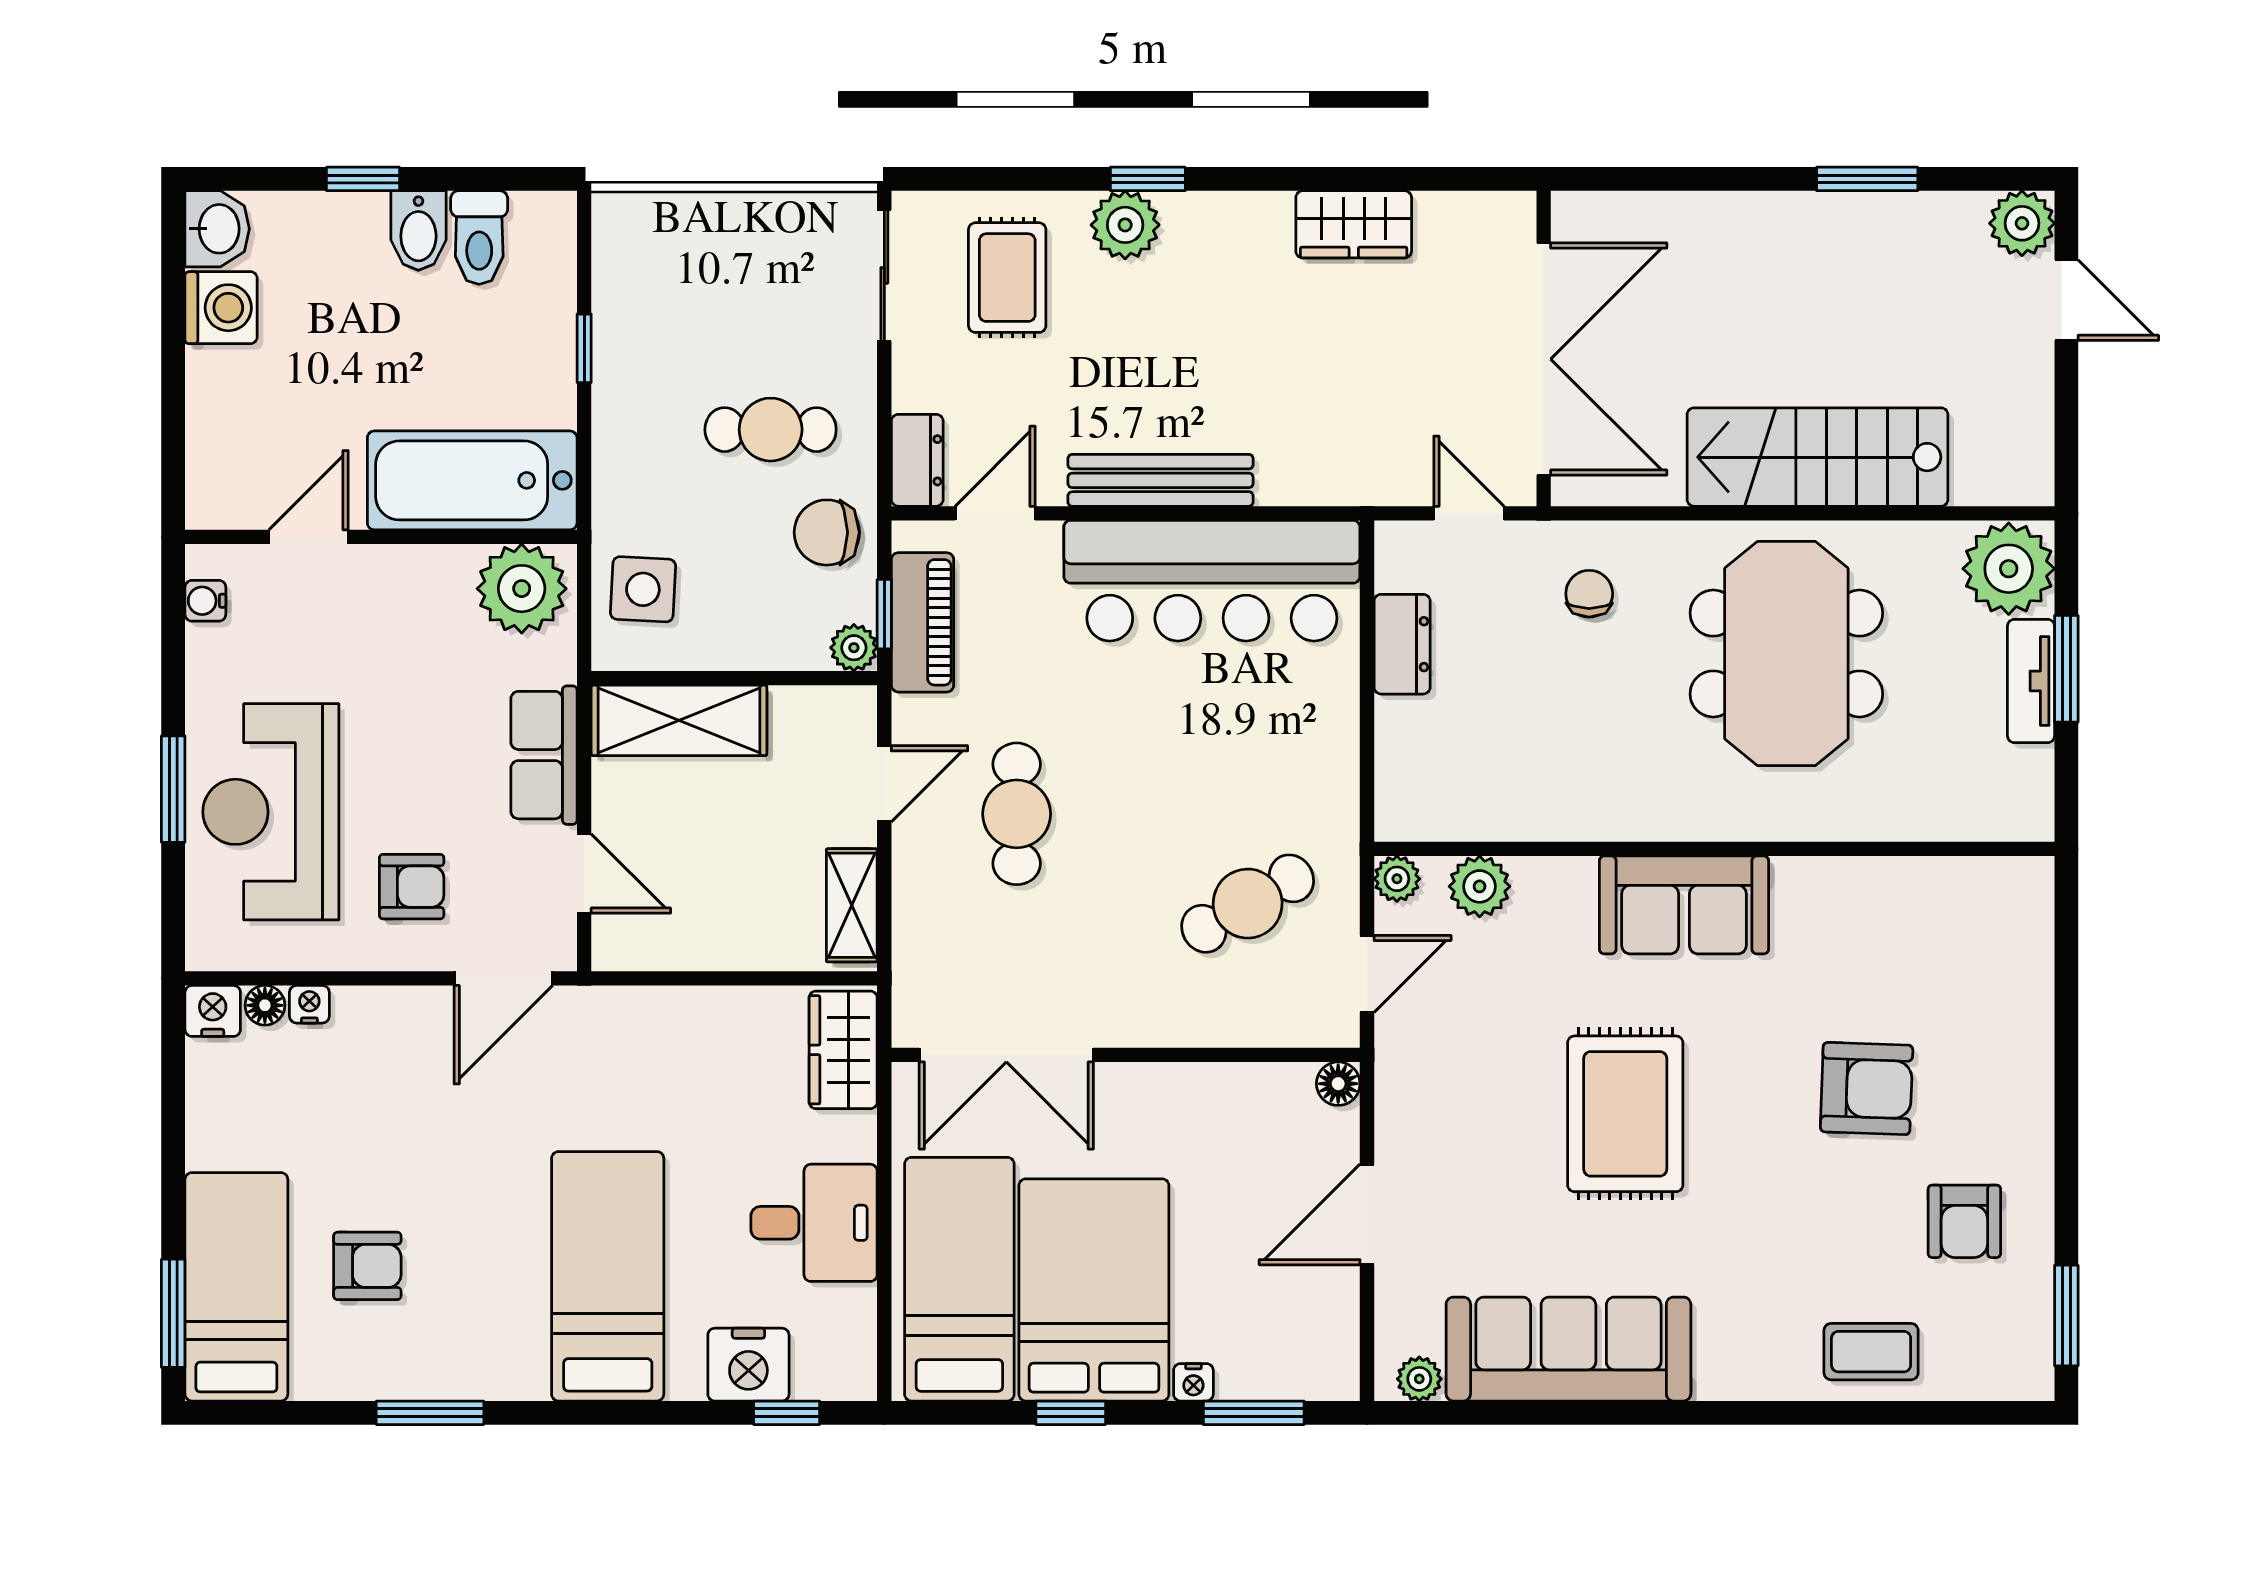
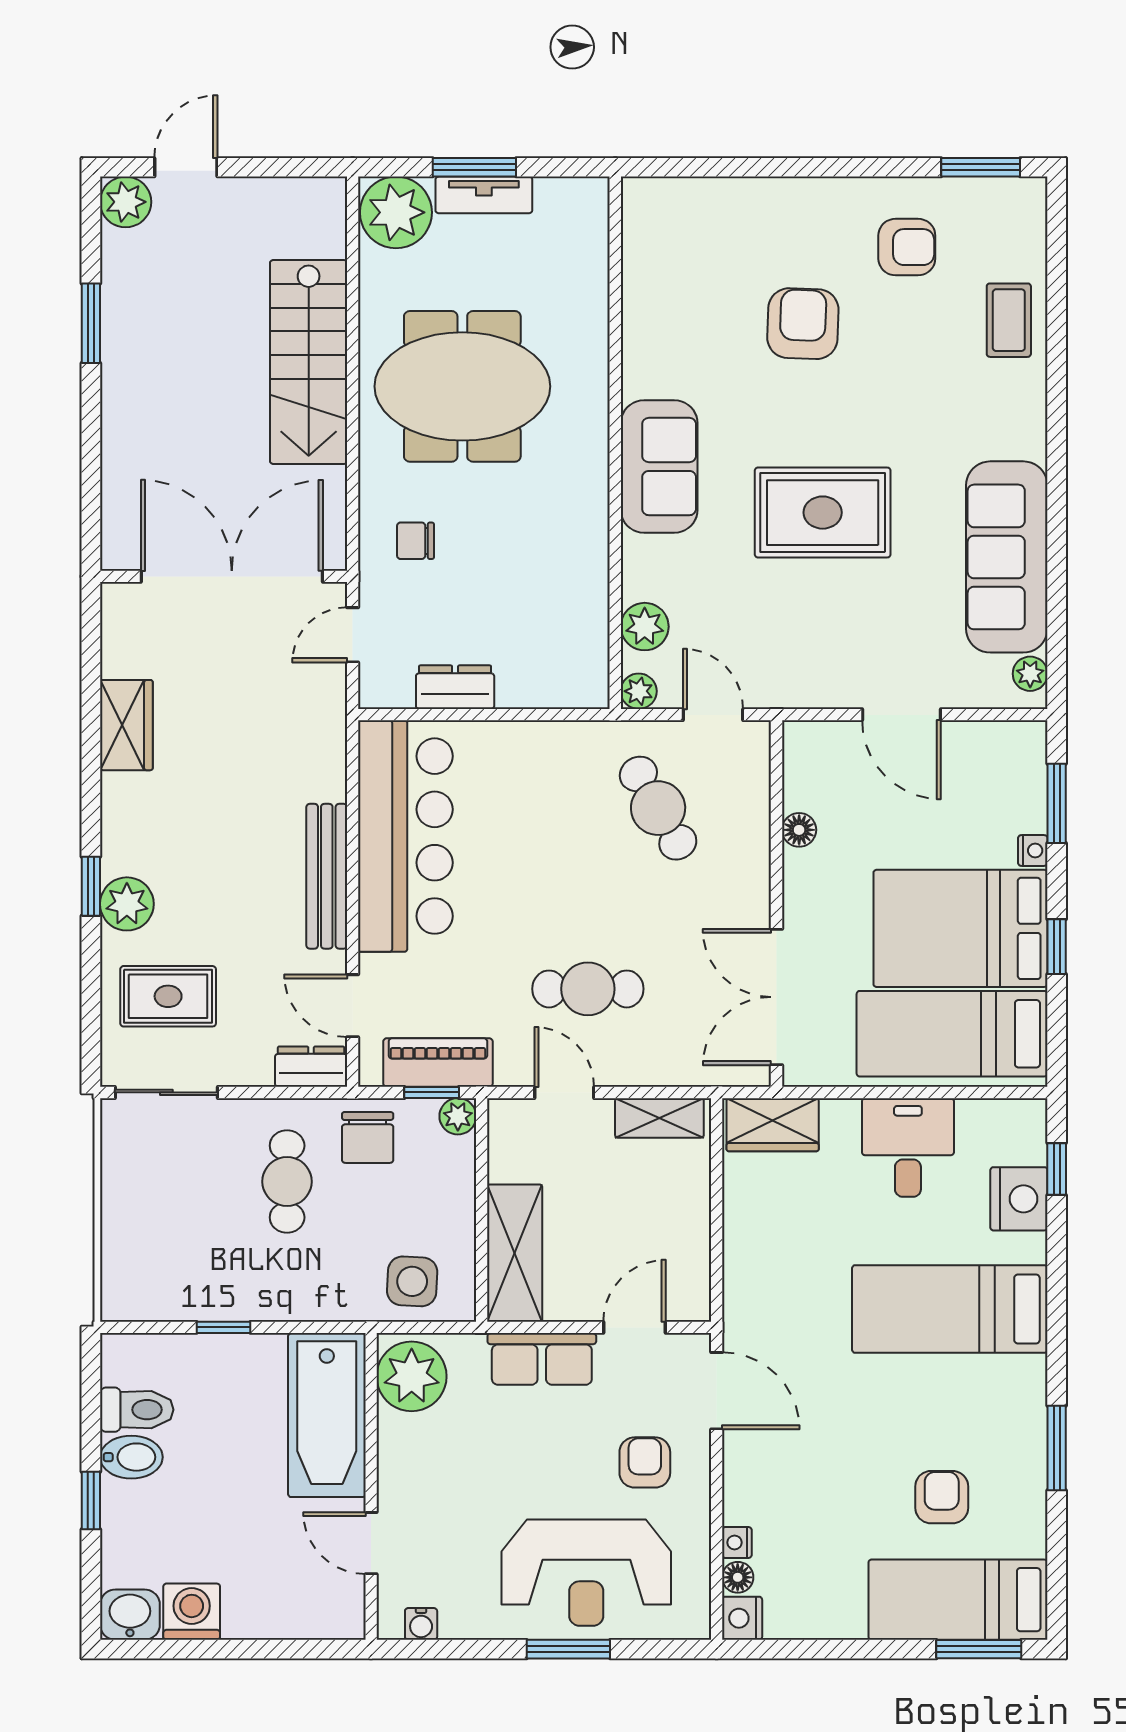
double door: (1006, 1055) -> (777, 997), swing flipped
floor lamp: (1338, 1084) -> (799, 830), moved

